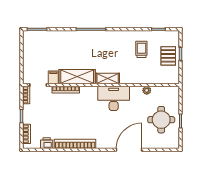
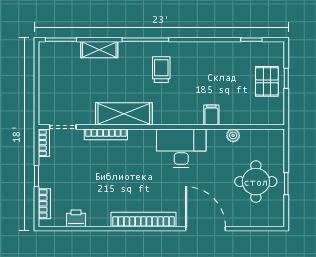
trolley: (141, 49) -> (161, 70), moved
filing cabinet: (53, 77) -> (211, 115), moved
shelving: (108, 79) -> (99, 50), moved
bookcase: (75, 144) -> (144, 220), moved
door: (129, 150) -> (205, 229), hinge flipped

